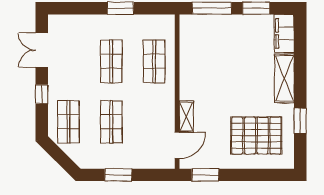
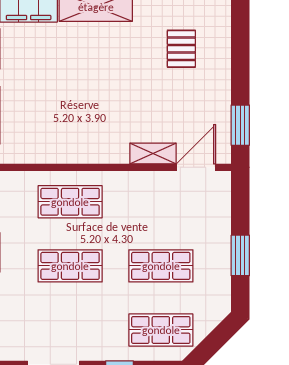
pallet: (256, 136) -> (181, 49), width x0.49, depth x0.50
door: (177, 145) -> (196, 167), hinge flipped

